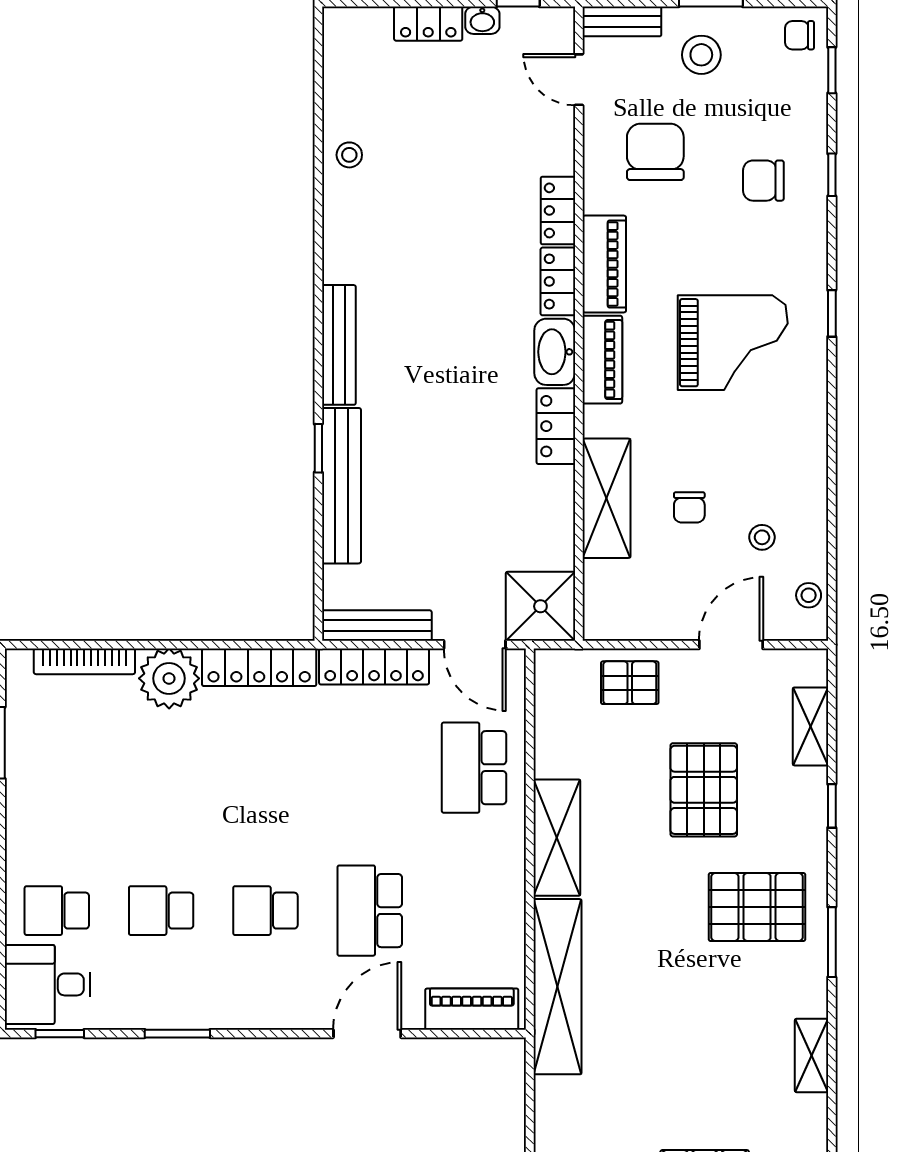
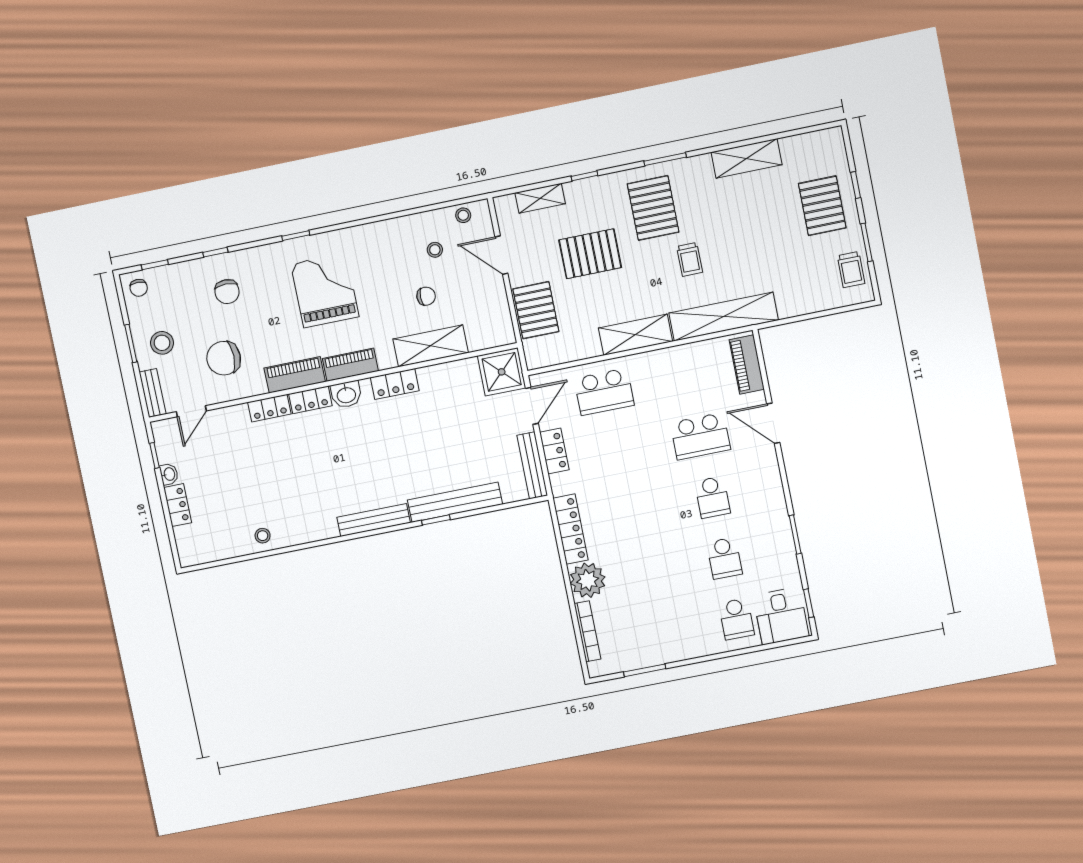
washbasin: (555, 352) -> (346, 395), width x0.72
locker: (374, 667) -> (554, 451), width x0.66
pallet: (630, 683) -> (536, 310), width x1.50, depth x1.42
trolley: (662, 950) -> (690, 259), added
shelving: (811, 1055) -> (747, 158), width x1.50, depth x1.33

